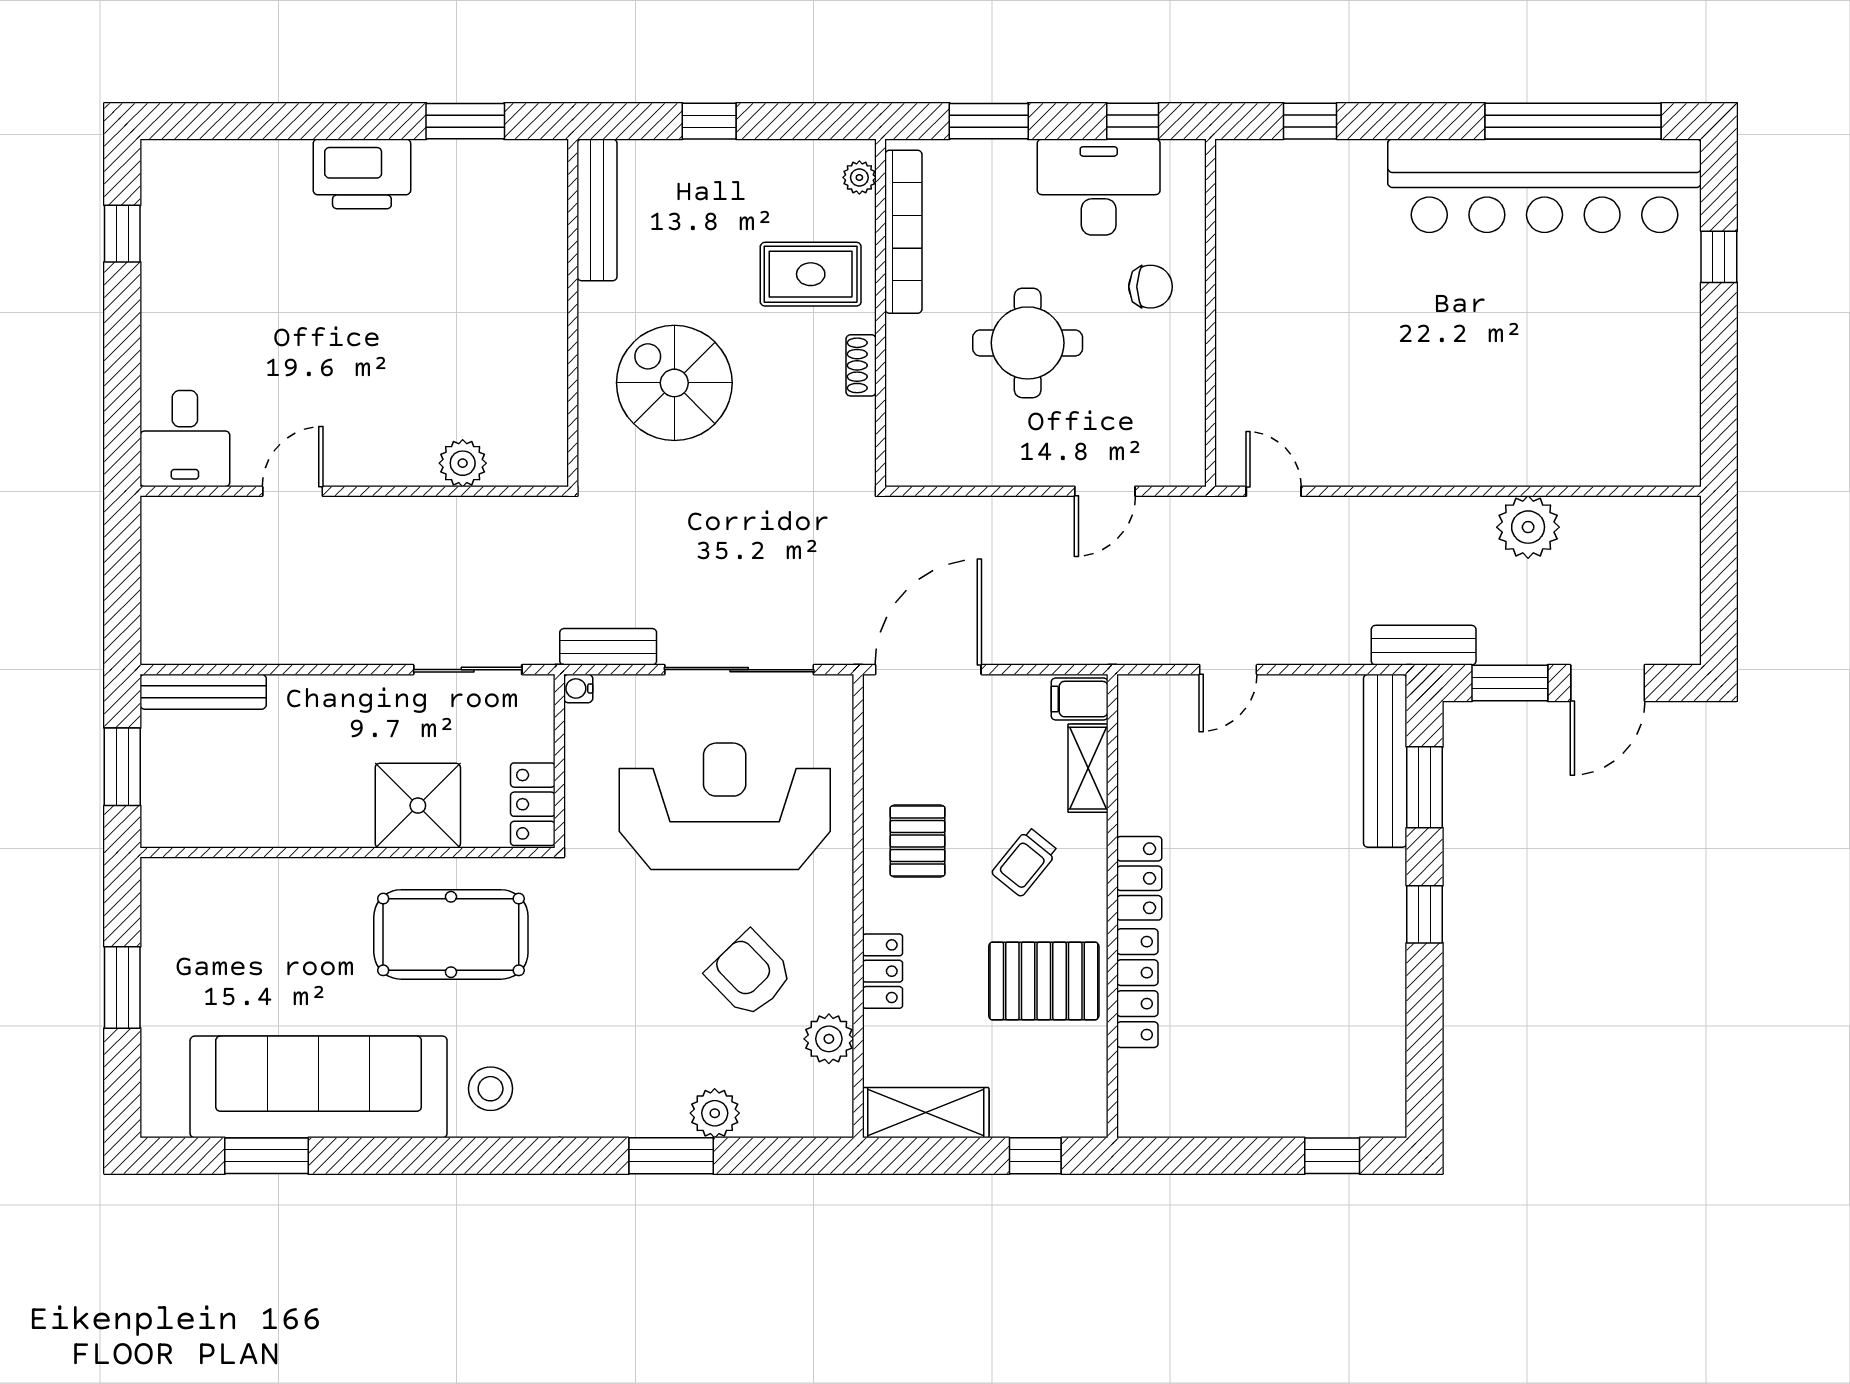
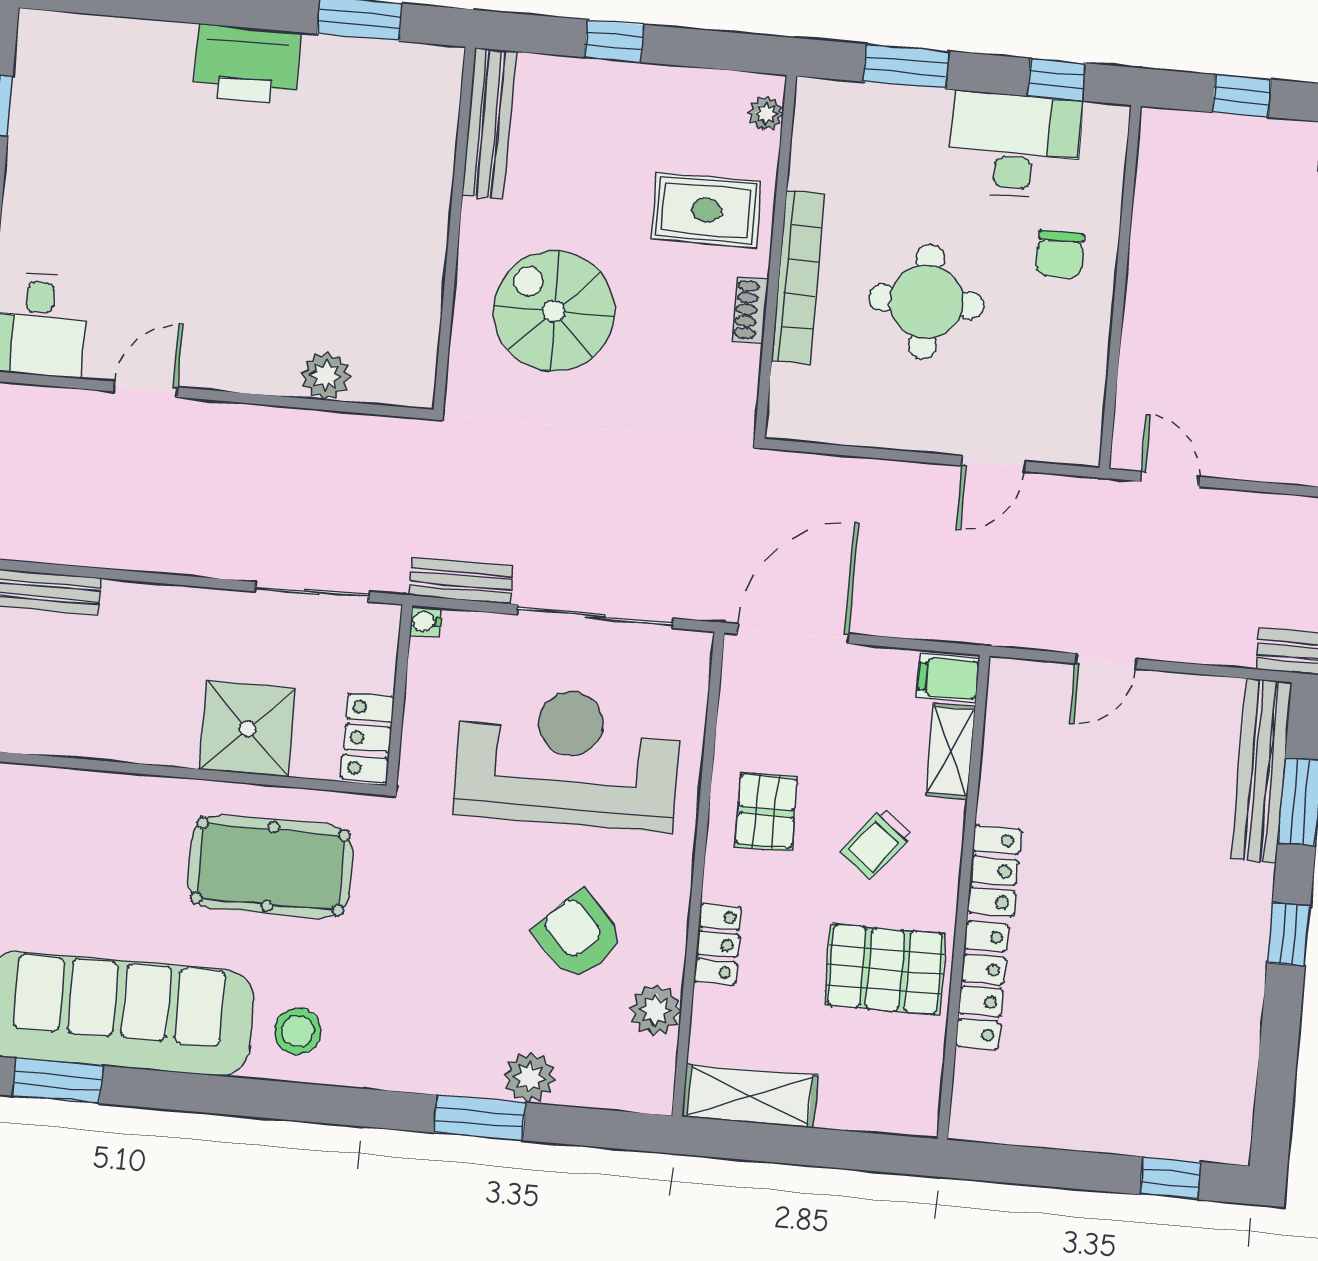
bookcase: (903, 232) -> (798, 277), moved
chair: (1151, 287) -> (1060, 254), turned 90
window: (1035, 1156) -> (860, 1151), removed

